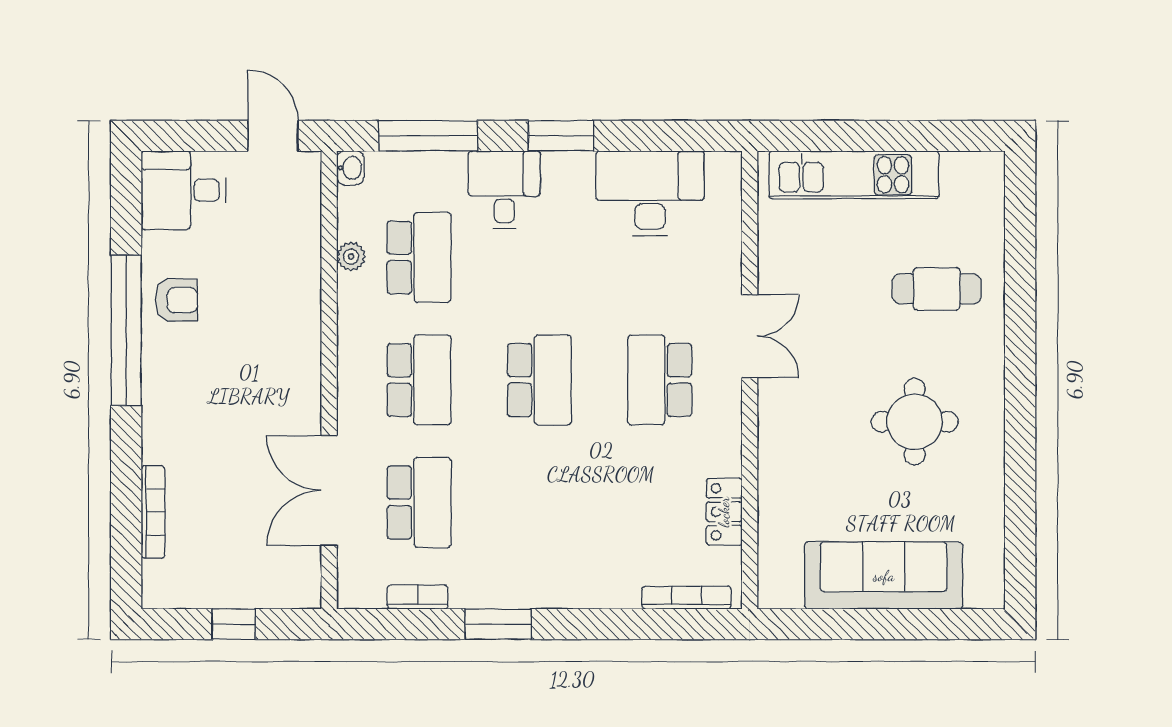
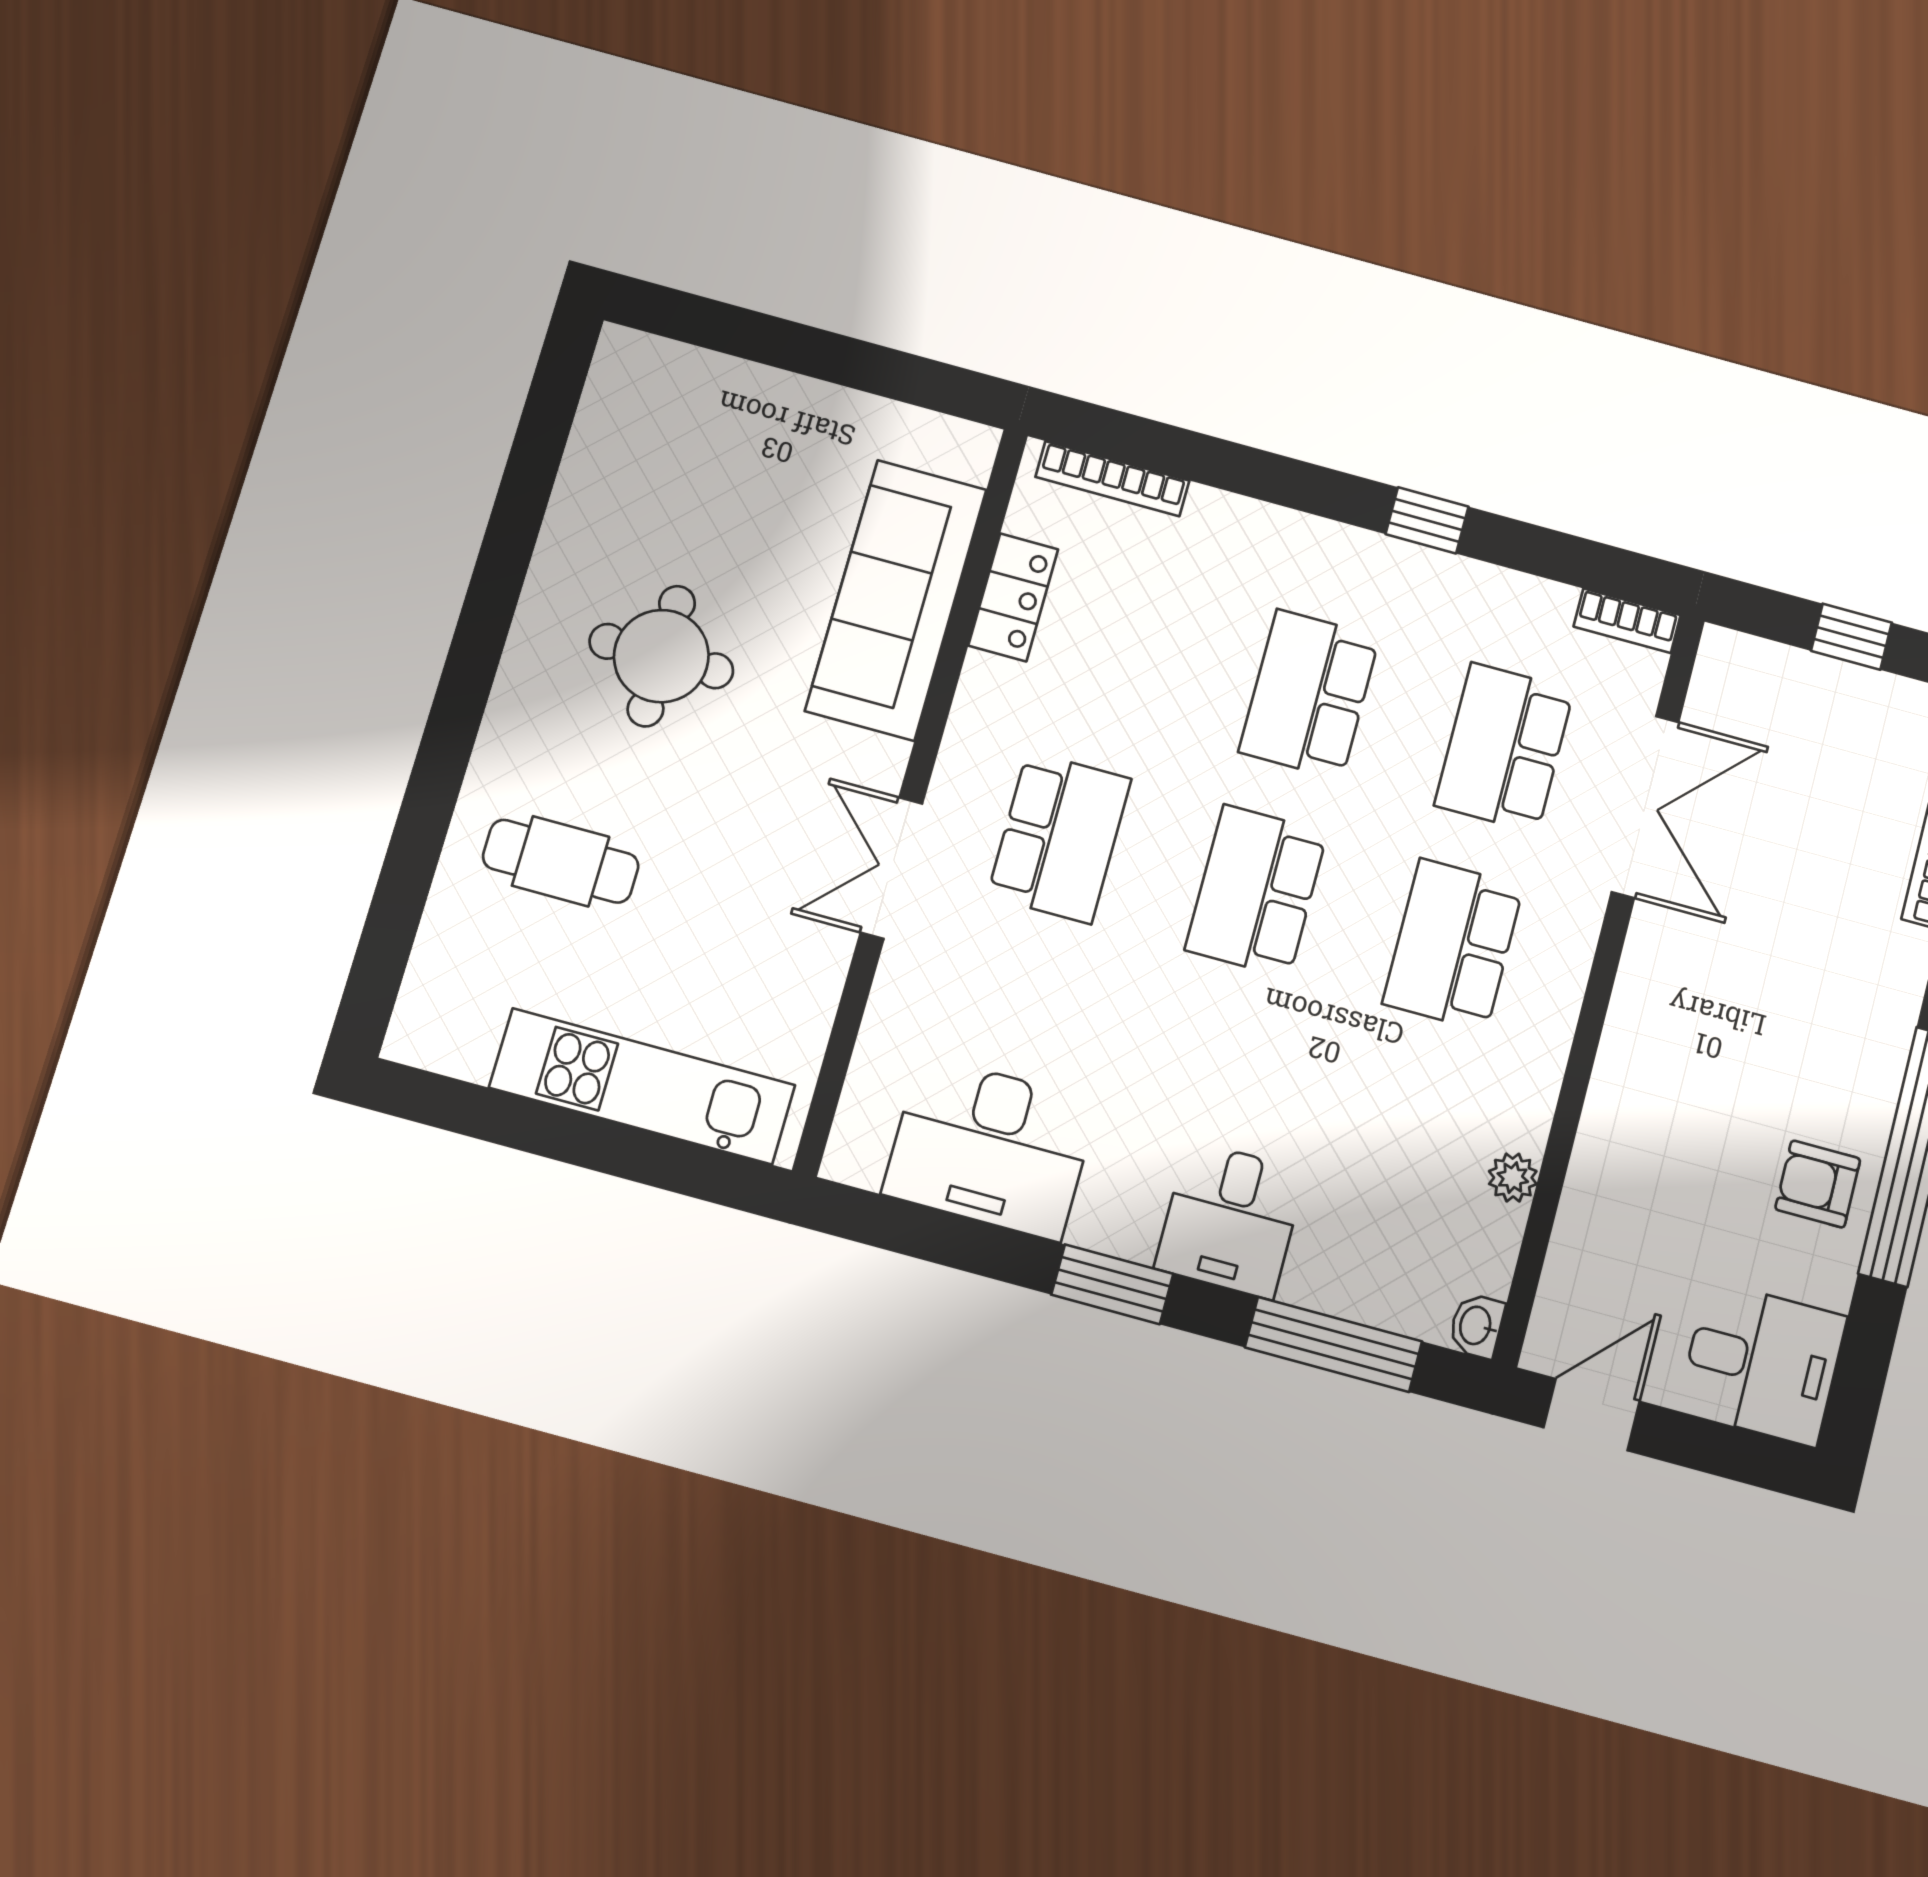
door: (273, 136) -> (1592, 1415), swing flipped
school desk: (419, 257) -> (1309, 694), moved
sofa: (884, 576) -> (896, 600), moved, turned 90
bookcase: (418, 597) -> (1627, 621), moved
window: (498, 624) -> (1427, 520), width x0.67

